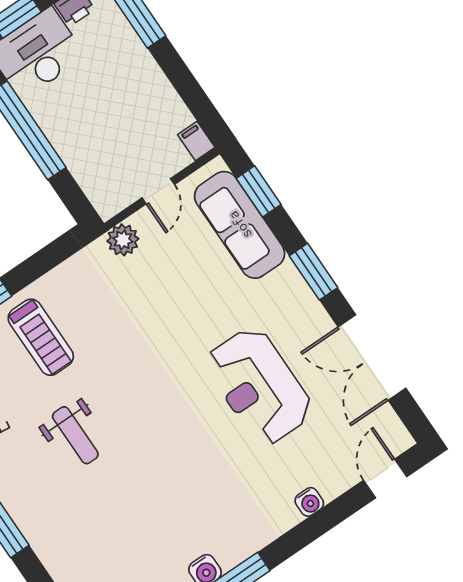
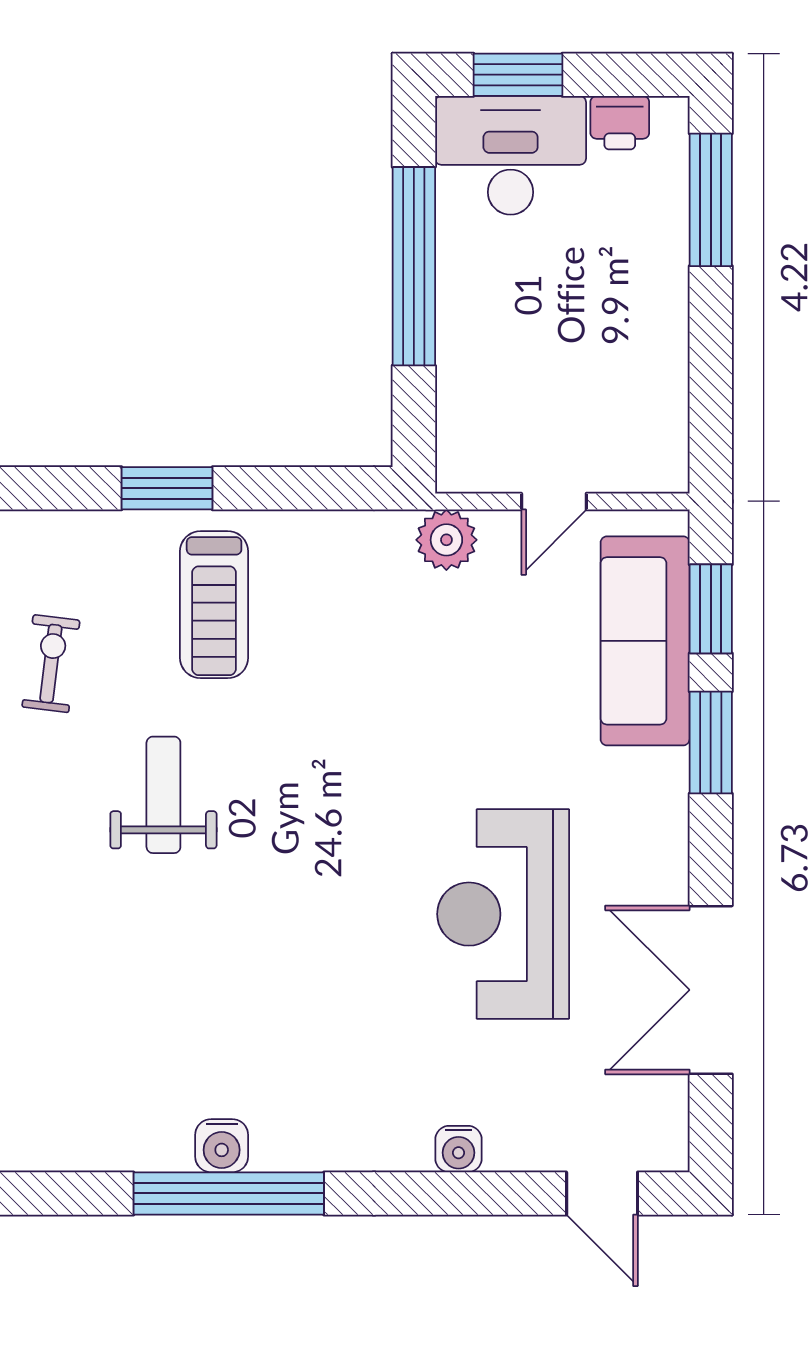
filing cabinet: (196, 141) -> (667, 463), removed
window: (313, 272) -> (711, 742), moved
weight bench: (75, 435) -> (163, 795), turned 180
door: (385, 479) -> (602, 1193), swing flipped

